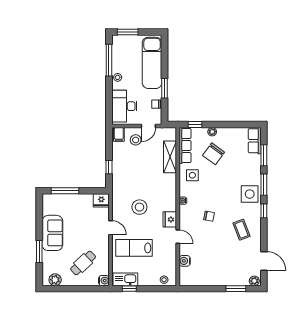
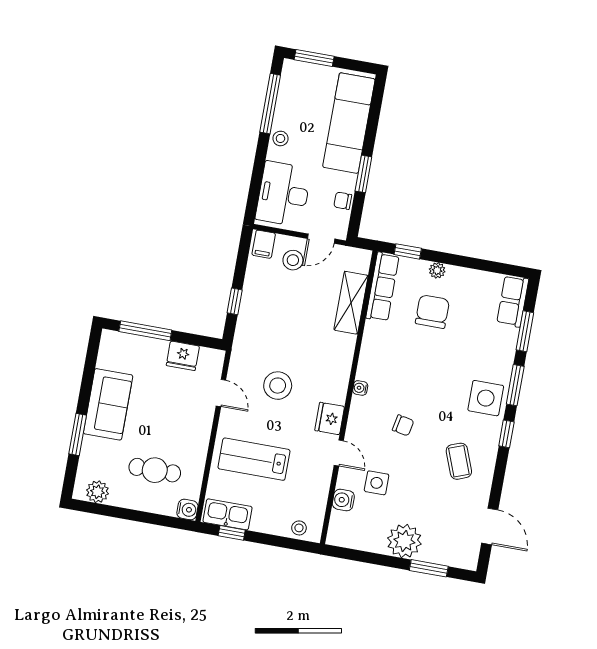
chair: (214, 154) -> (432, 312), turned 144
side table: (192, 175) -> (377, 483), moved
fridge: (101, 200) -> (183, 356), moved
door: (110, 228) -> (221, 393), moved
cafe table: (83, 263) -> (155, 470), turned 43
plant: (254, 281) -> (404, 541), moved, width x1.87, depth x1.87

